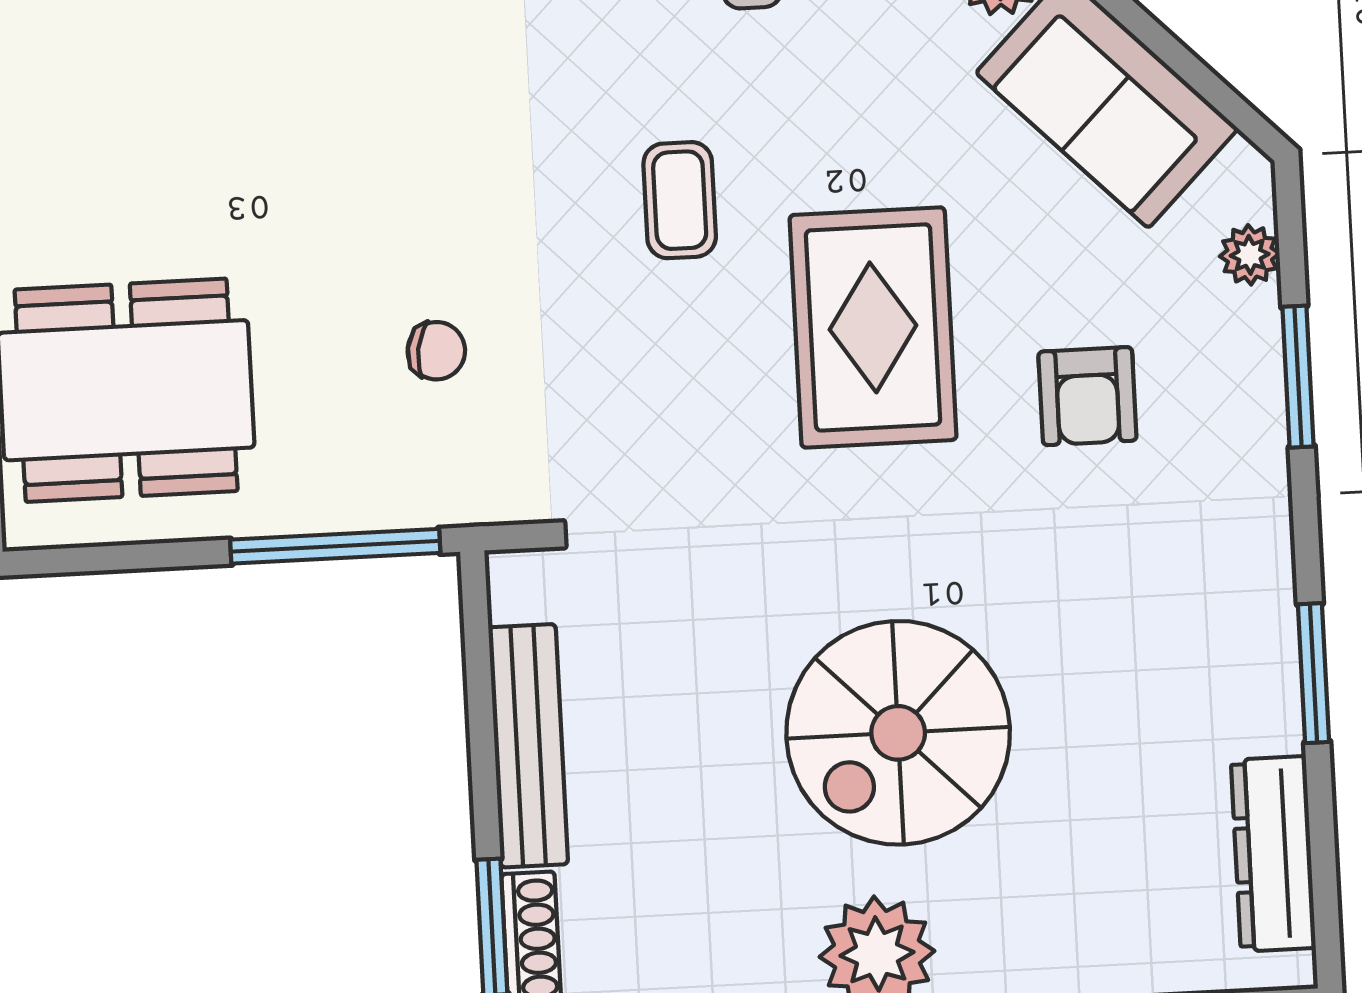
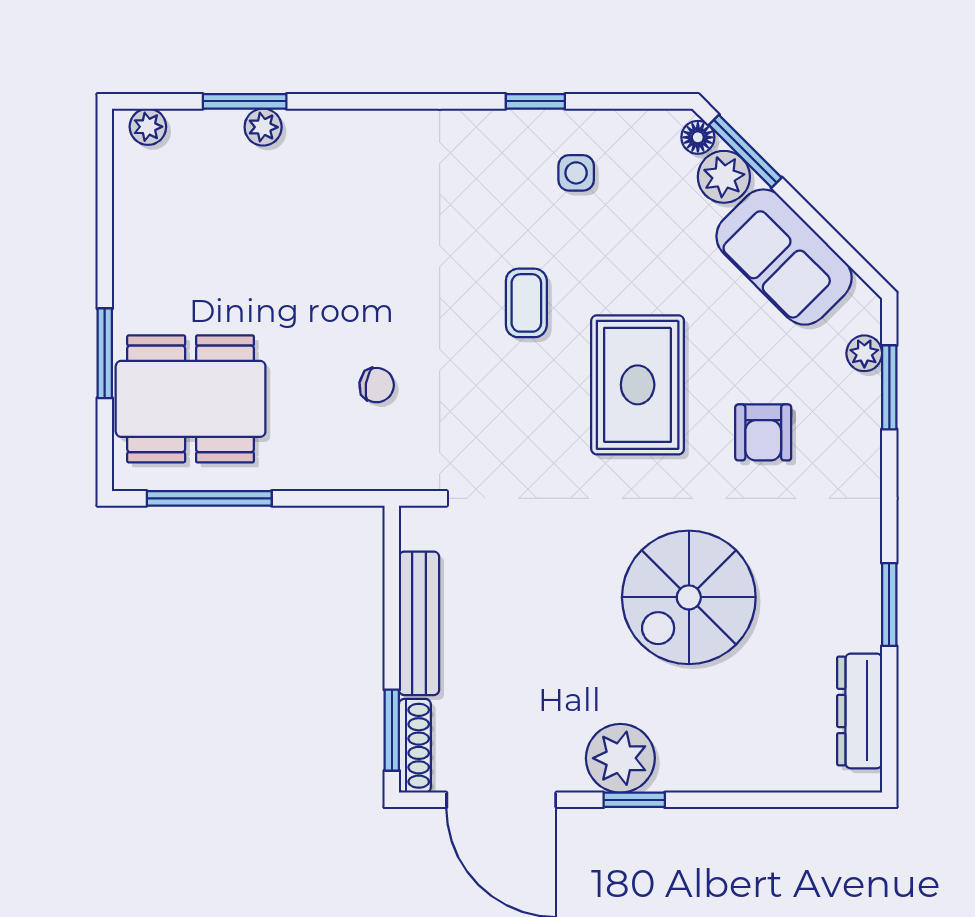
window: (1298, 377) -> (889, 387), moved
window: (335, 546) -> (209, 498), moved
spiral stairs: (898, 733) -> (689, 597), moved

